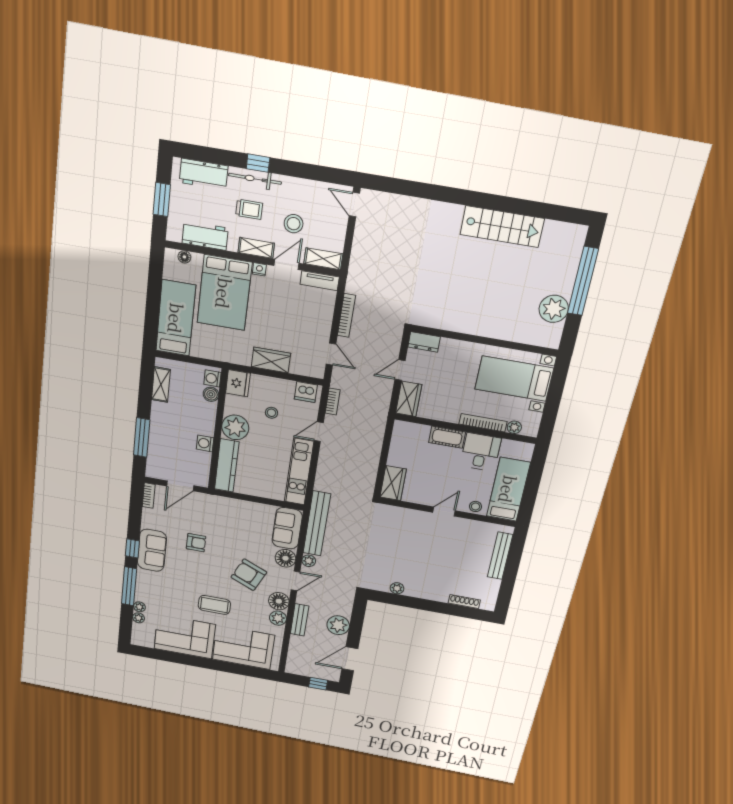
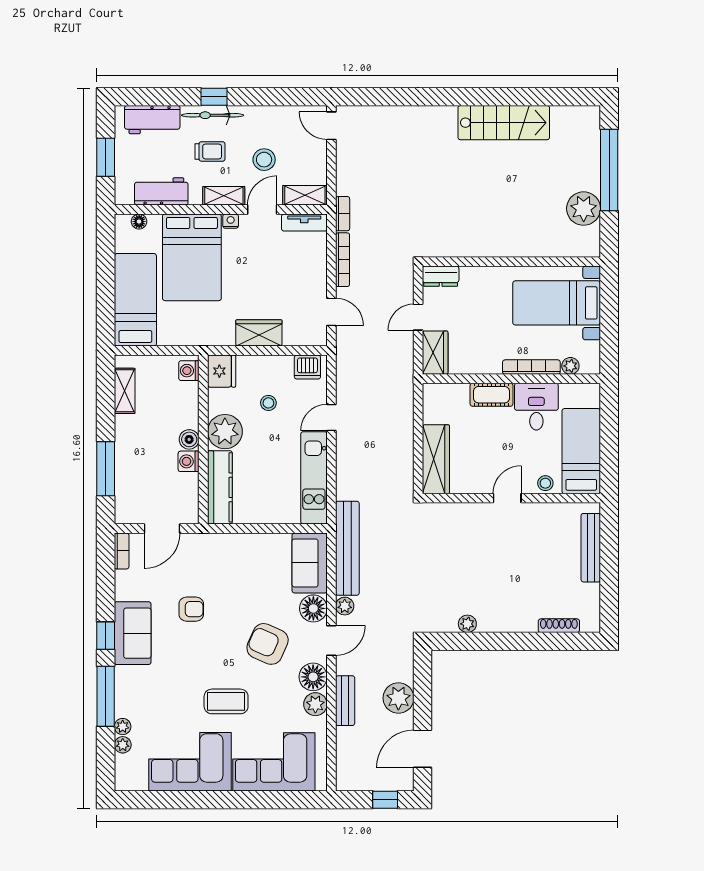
boiler: (211, 394) -> (189, 439), moved
bookcase: (333, 401) -> (343, 214), moved
wardrobe: (393, 483) -> (436, 459), width x1.50

